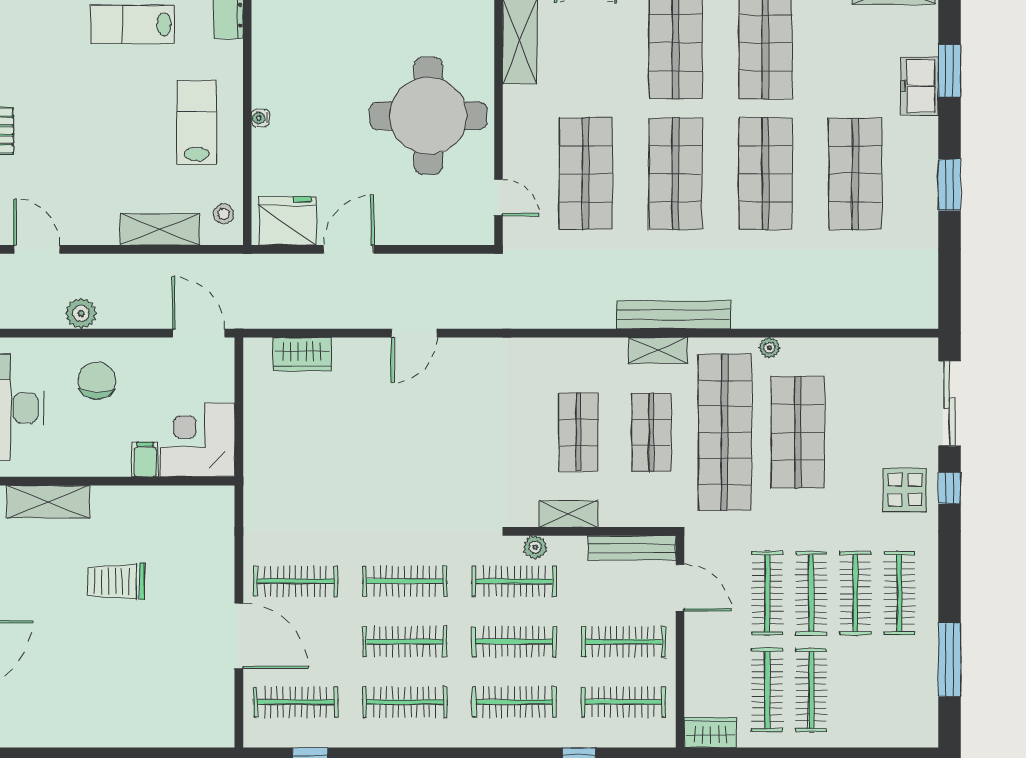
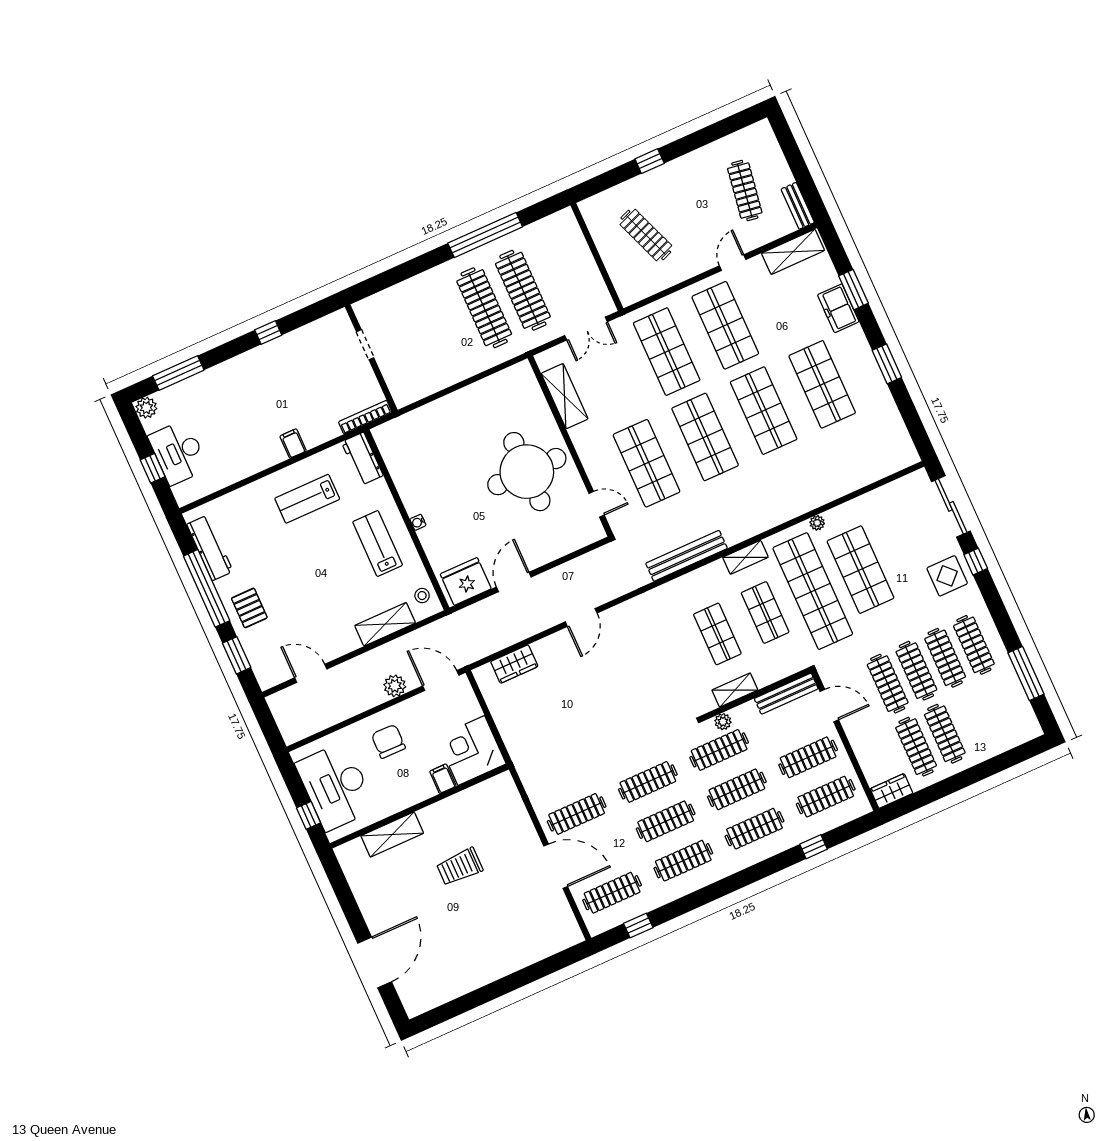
plant: (81, 313) -> (395, 686), moved
bench: (673, 315) -> (686, 556), moved

